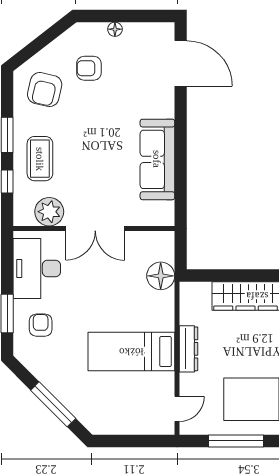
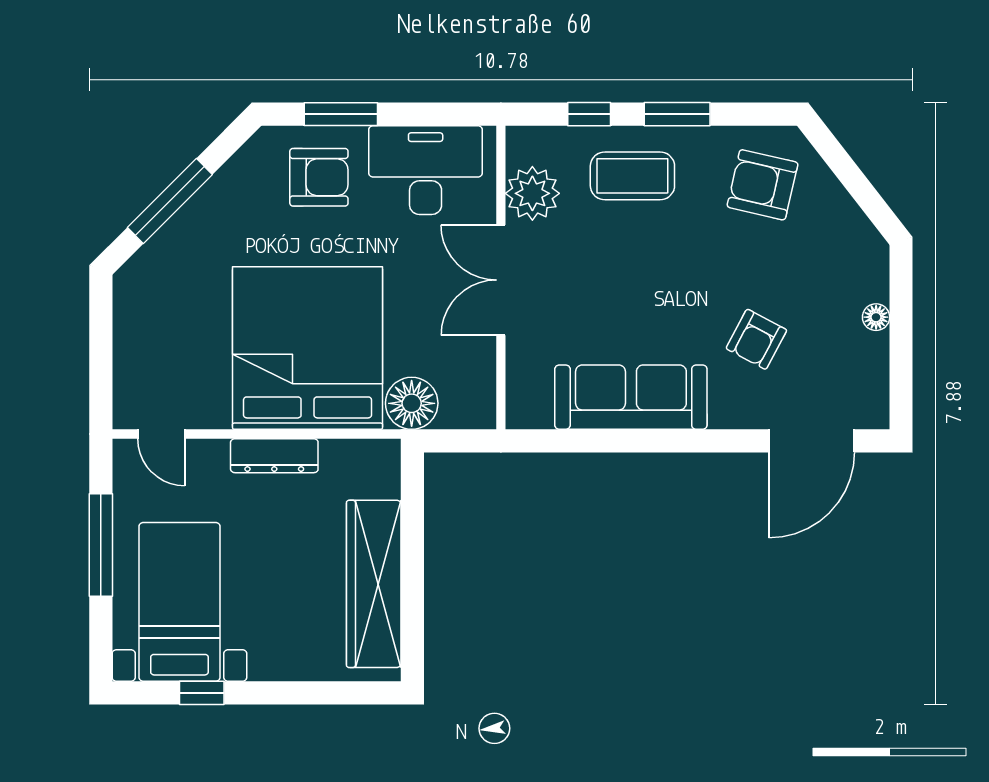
armchair: (89, 68) -> (756, 339), moved, turned -152
armchair: (41, 325) -> (319, 177), width x1.38, depth x1.38
bed: (131, 352) -> (308, 348), width x2.04

